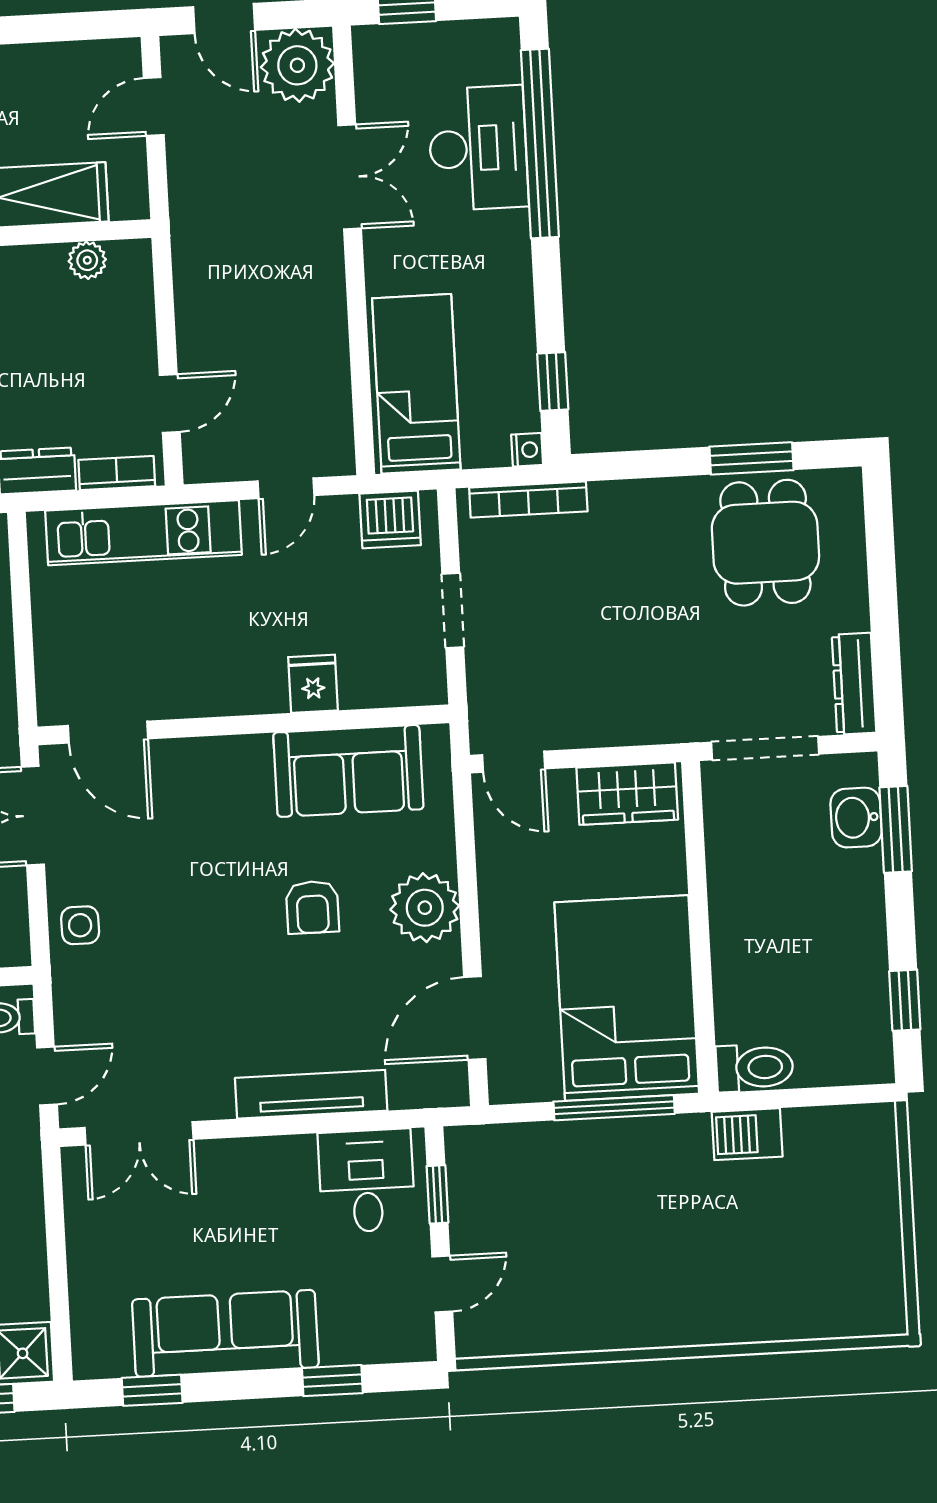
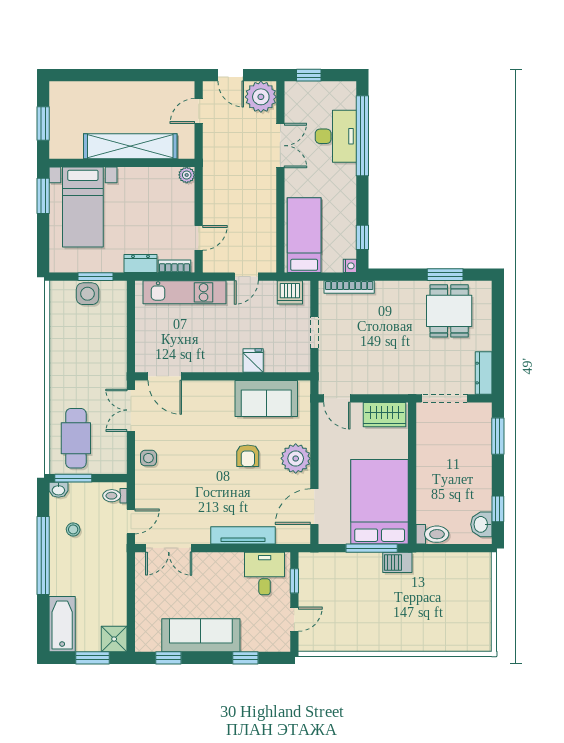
plant: (87, 260) -> (187, 175), moved
washbasin: (856, 818) -> (481, 524), moved
barbecue: (747, 1134) -> (397, 562), moved

